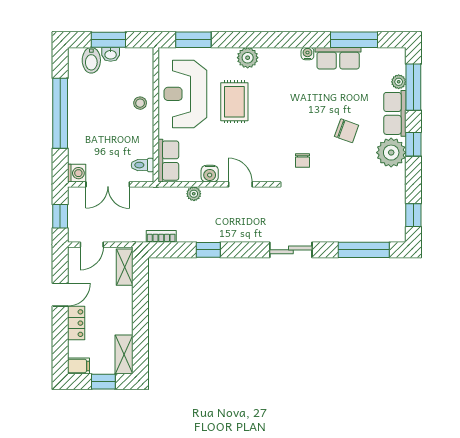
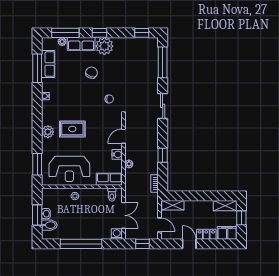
row of seats: (338, 58) -> (48, 64), moved
rug: (234, 102) -> (72, 129), moved
filing cabinet: (79, 366) -> (227, 233), width x2.00

